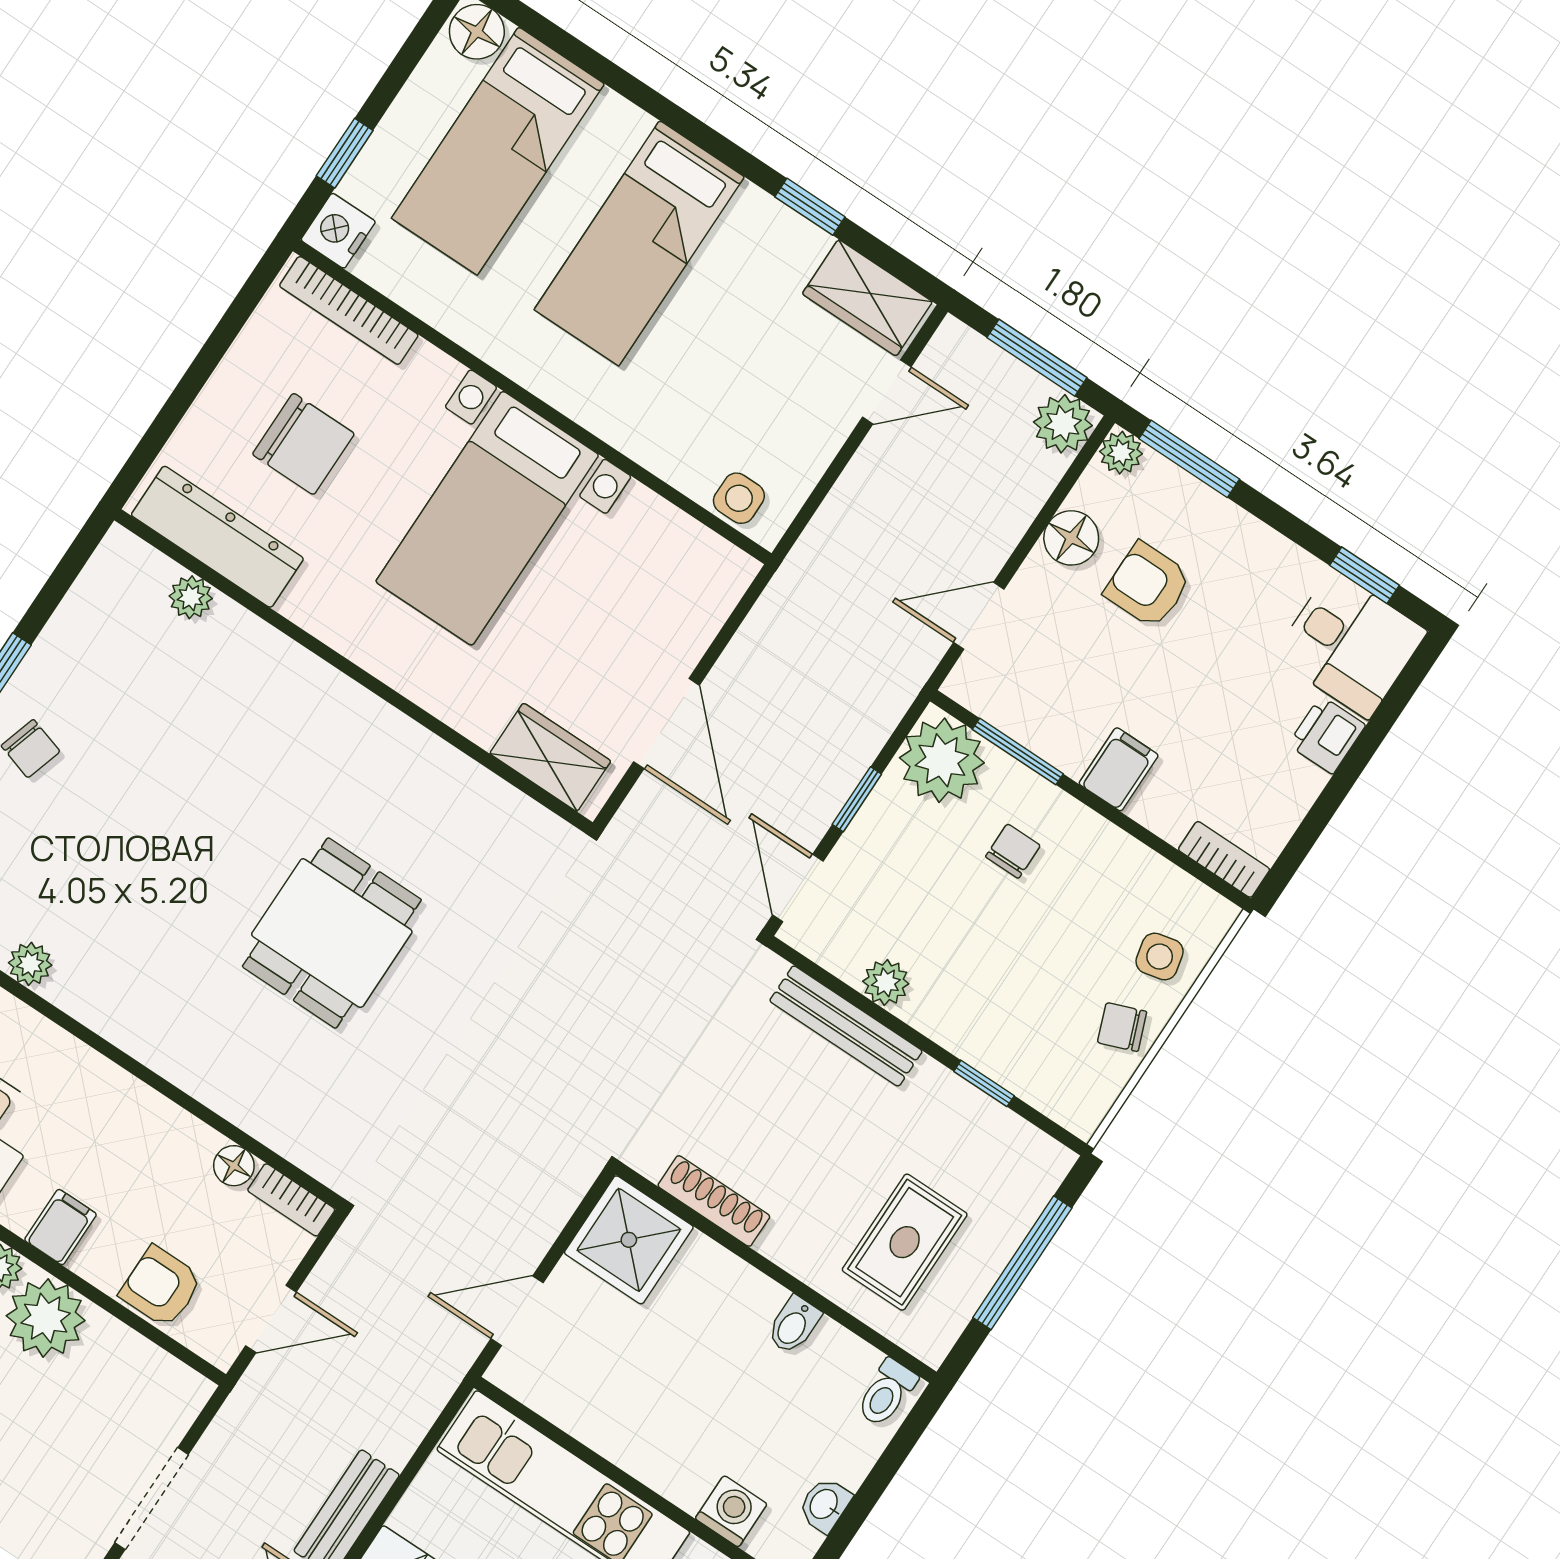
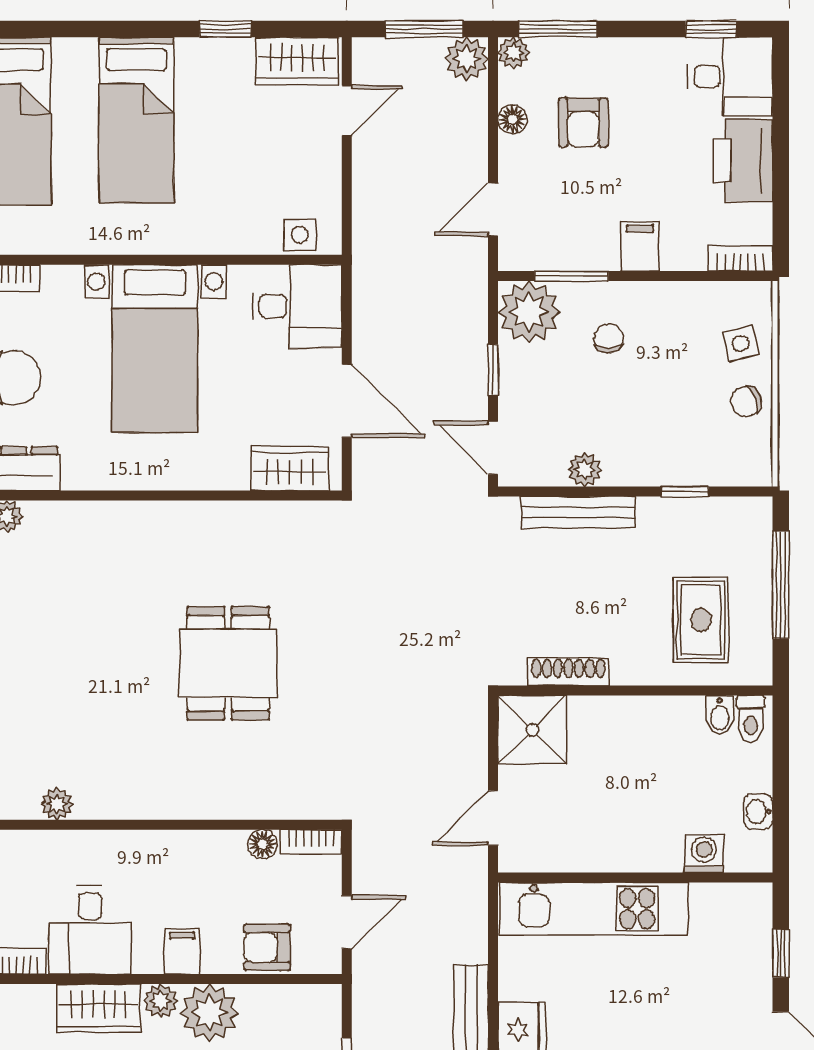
floor lamp: (1071, 538) -> (512, 119), width x0.73, depth x0.73
desk: (682, 578) -> (297, 306), added
armchair: (1148, 585) -> (583, 122), turned -90
printer: (1327, 735) -> (743, 161), width x1.87, depth x1.48
bidet: (794, 1325) -> (720, 715), moved

